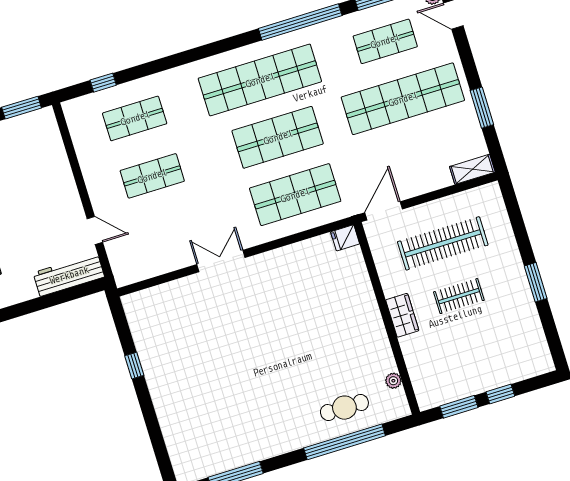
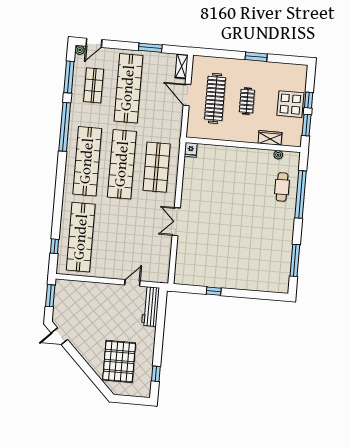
shop shelf: (135, 118) -> (81, 237), width x2.00, depth x1.36
shop shelf: (278, 137) -> (122, 164), width x1.40
shop shelf: (152, 176) -> (115, 240), removed
door: (384, 211) -> (187, 95), moved
wardrobe: (402, 315) -> (270, 138), moved
display table: (482, 367) -> (290, 104), added

